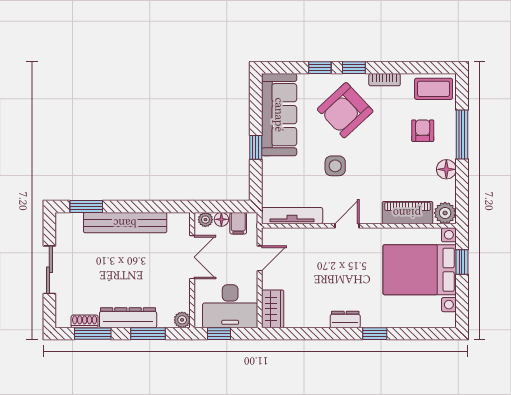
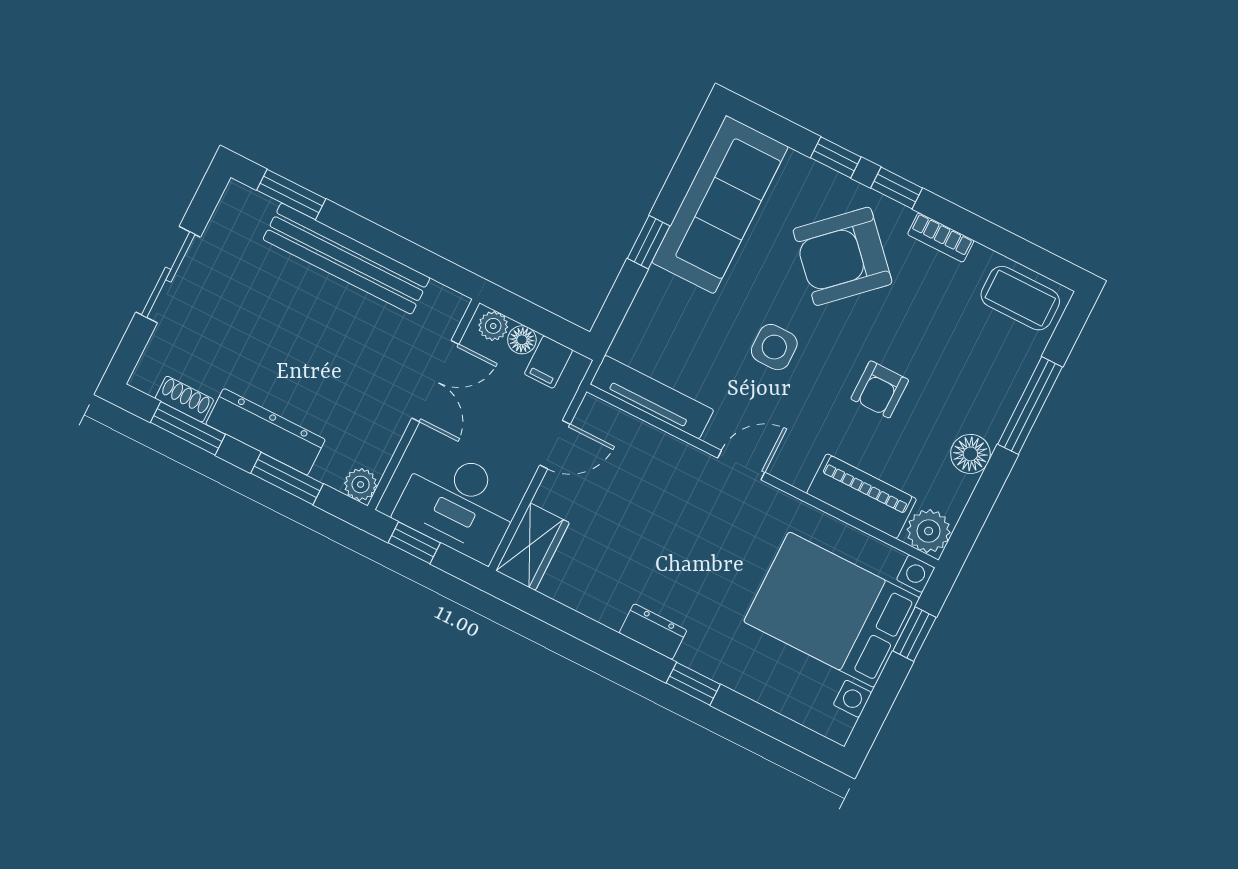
armchair: (423, 131) -> (880, 389), moved, turned 180

